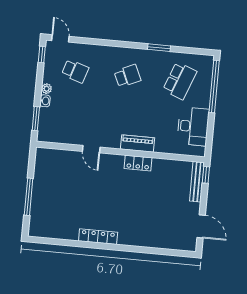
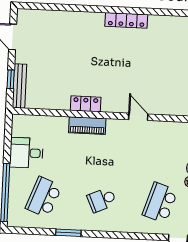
school desk: (75, 71) -> (160, 203), width x1.85
desk: (193, 126) -> (26, 153), width x0.73
window: (206, 175) -> (11, 79), moved

